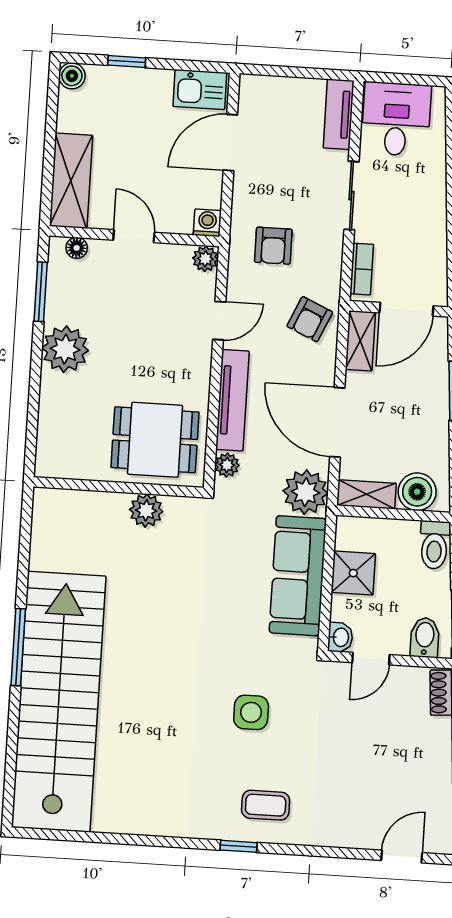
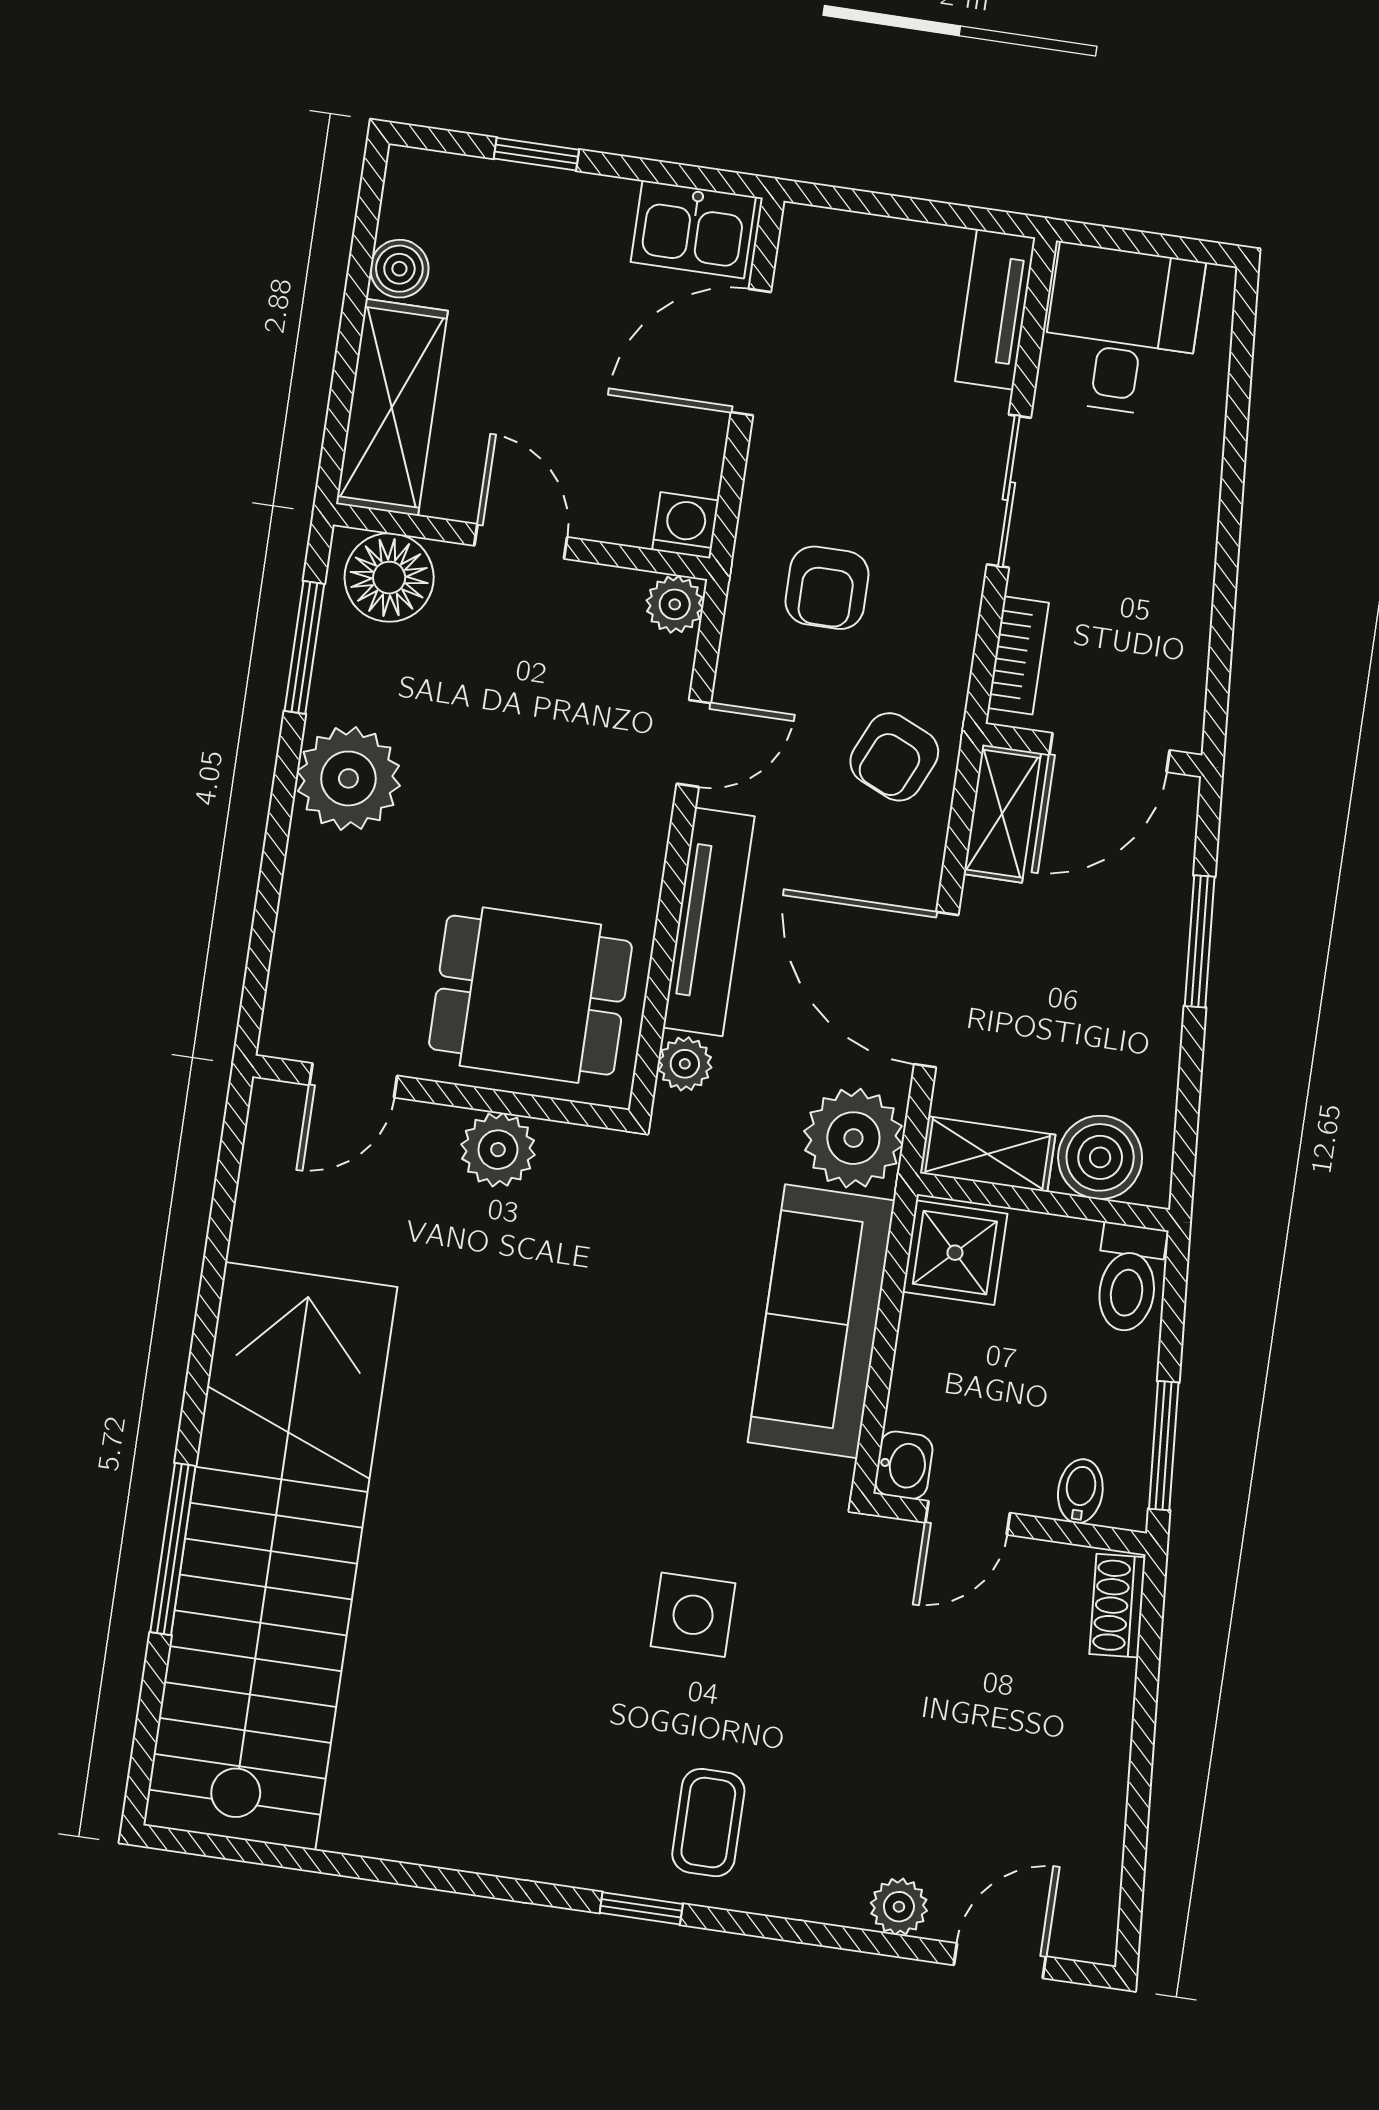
boiler: (72, 76) -> (399, 269), moved
floor lamp: (77, 248) -> (389, 578), width x1.89, depth x1.89
door: (78, 485) -> (353, 1080), added
shower: (353, 573) -> (955, 1253), moved
bidet: (425, 637) -> (1080, 1491), width x0.72, depth x0.74
window: (18, 647) -> (173, 1549), moved
coffee table: (266, 805) -> (708, 1823), turned 90
plant: (354, 836) -> (899, 1907), added

